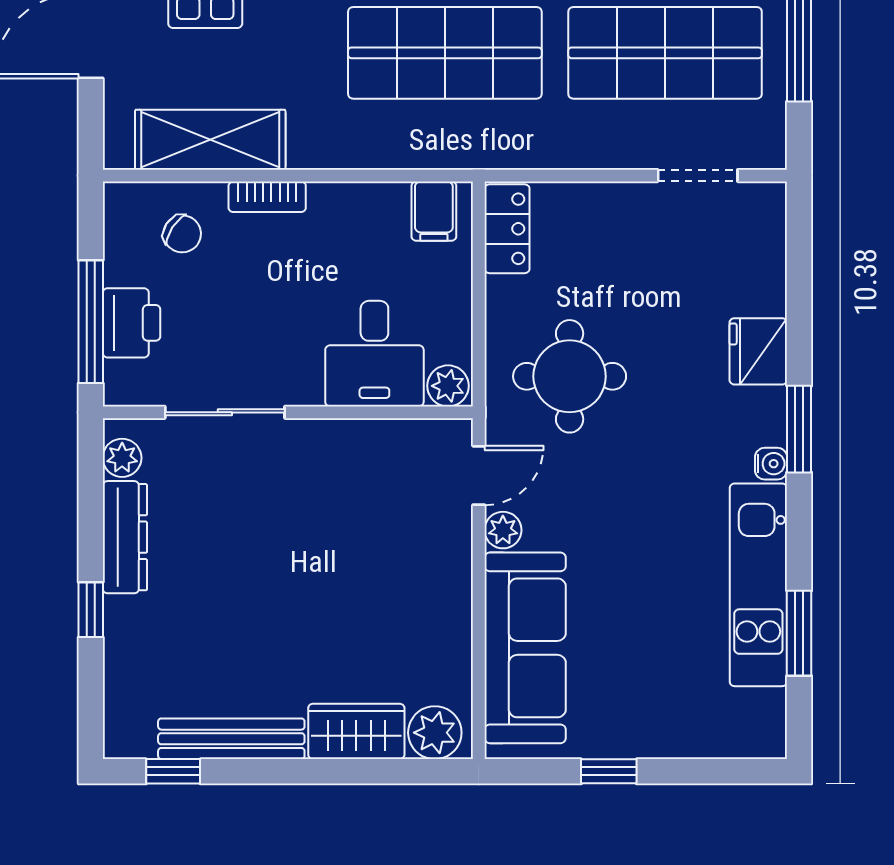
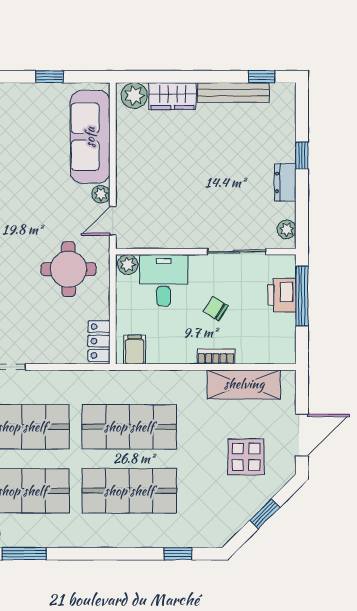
chair: (182, 234) -> (215, 308), moved
dresser: (125, 537) -> (285, 182), width x0.70

